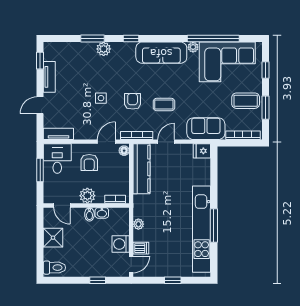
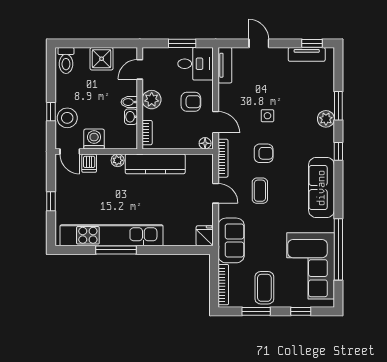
plant: (193, 47) -> (328, 225), removed
tv unit: (49, 77) -> (307, 54), moved
armchair: (89, 163) -> (191, 102), turned 180
kitchen counter: (141, 169) -> (155, 164), moved
stool: (103, 267) -> (67, 118), added

